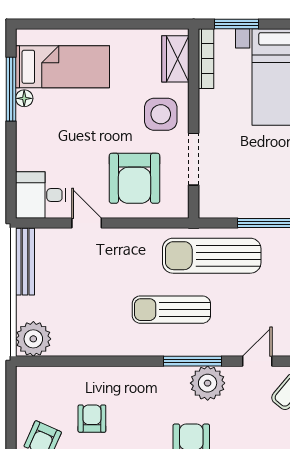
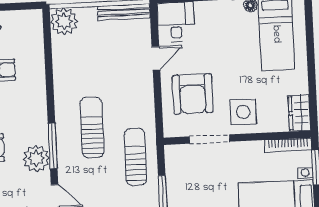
wardrobe: (175, 59) -> (299, 113), moved, turned -90
armchair: (134, 178) -> (193, 94), turned -90
sun lounger: (212, 256) -> (135, 157), width x0.73, depth x0.75

